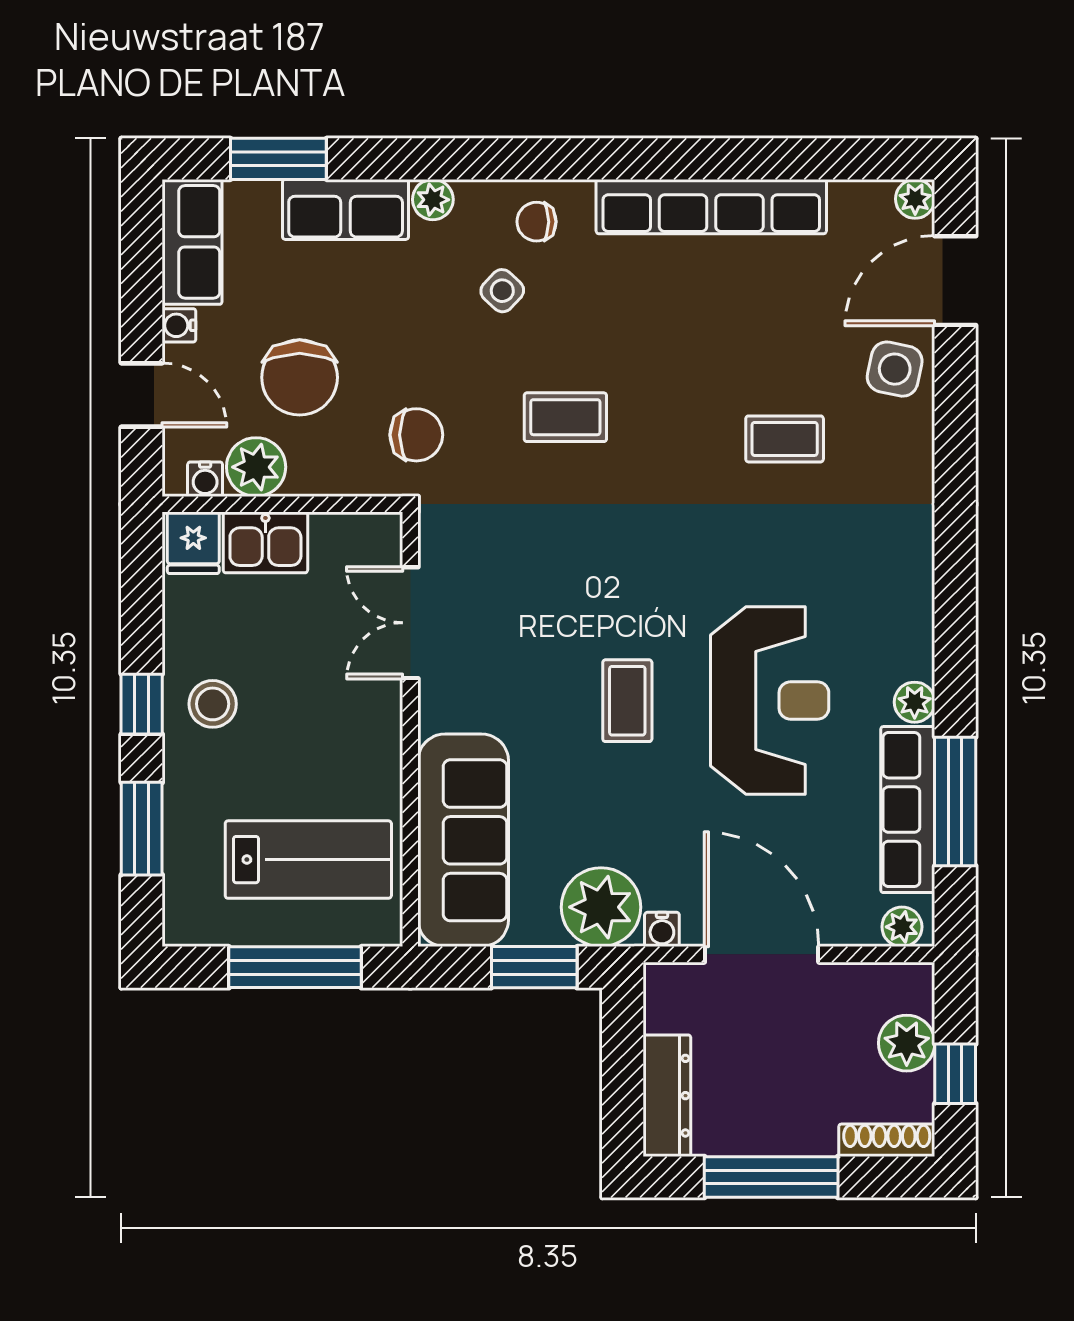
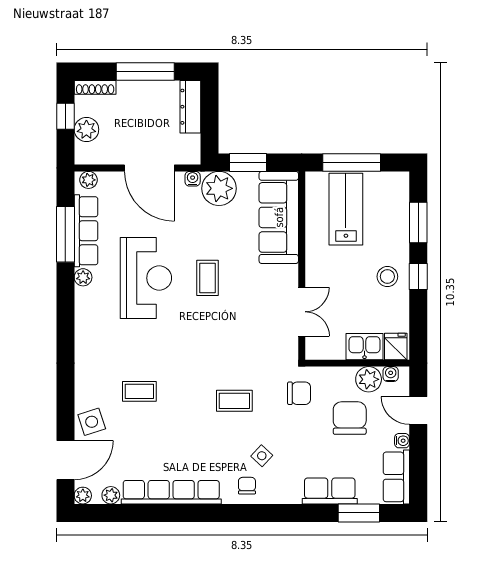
plant: (433, 200) -> (111, 495), moved
chair: (537, 222) -> (247, 486), turned -90
side table: (895, 369) -> (92, 422), turned -30
chair: (416, 435) -> (299, 393), turned 180
reception desk: (770, 700) -> (146, 278), turned 180
lab bench: (308, 860) -> (346, 209), turned 90

